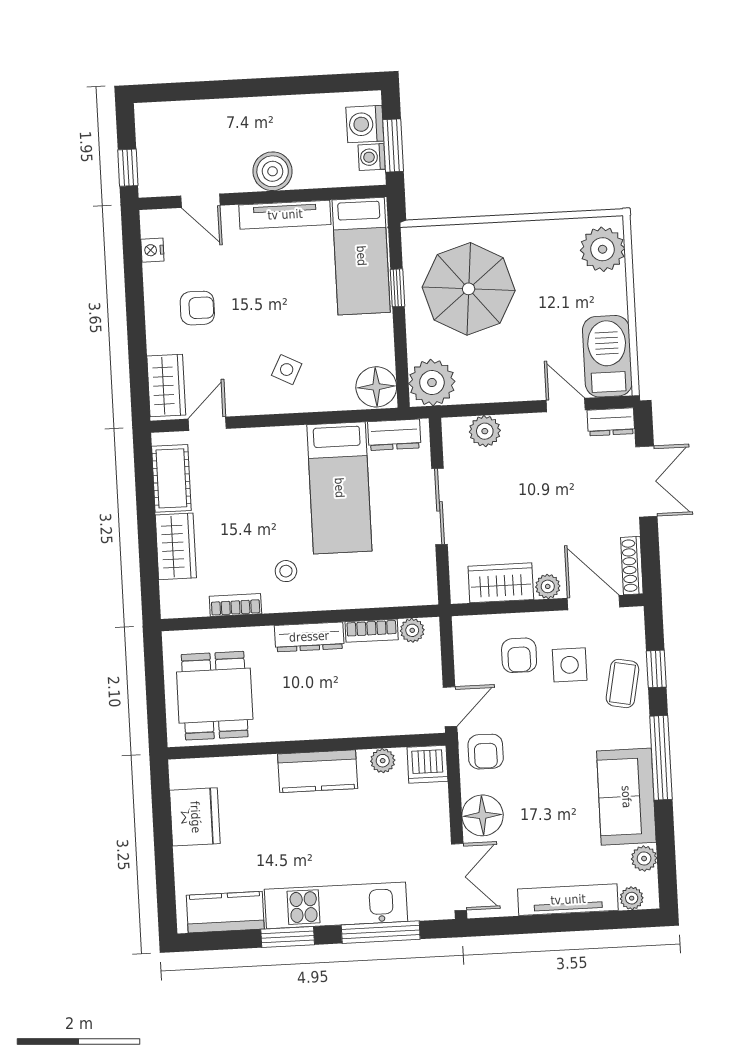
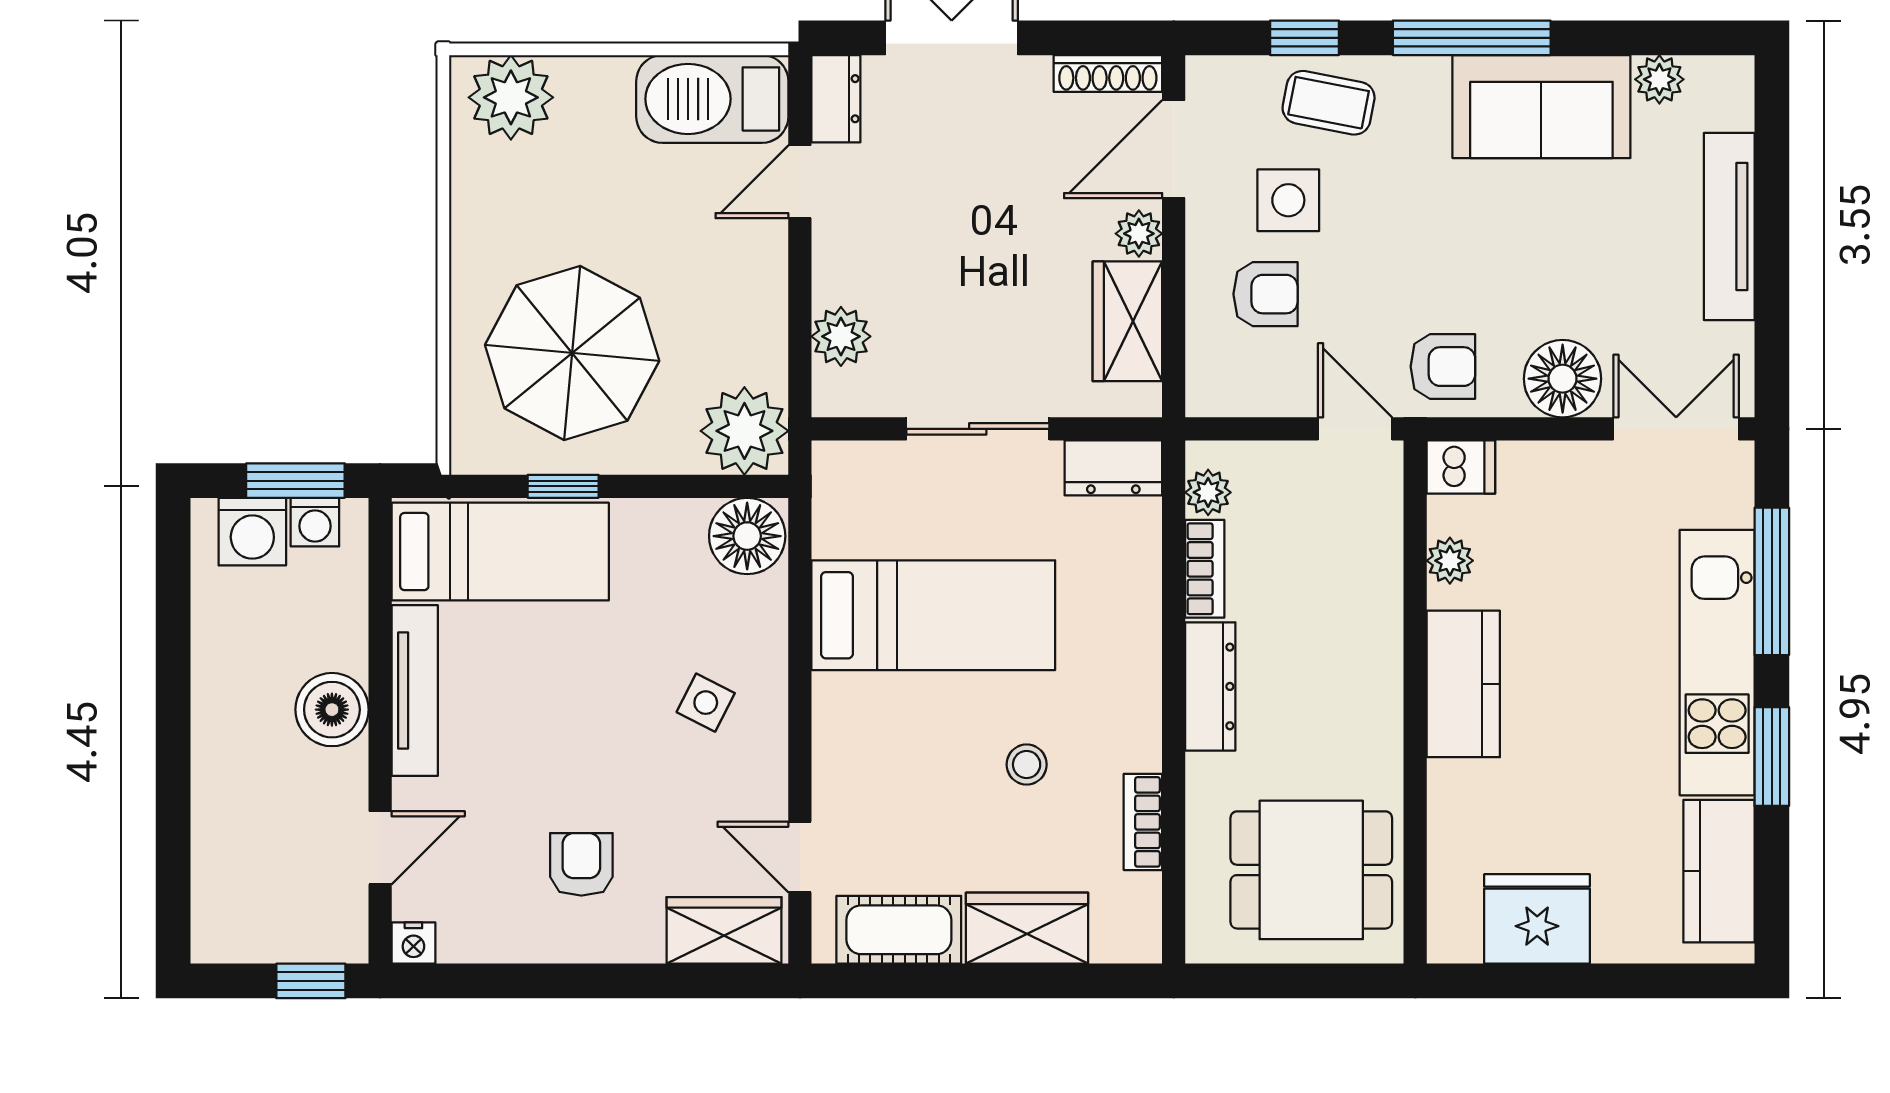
nightstand: (152, 250) -> (413, 943), moved
dresser: (394, 435) -> (1113, 468), moved, turned 90
stool: (286, 571) -> (1027, 765), moved
dishwasher: (427, 764) -> (1461, 467), width x0.73
plant: (632, 898) -> (1733, 107), removed

